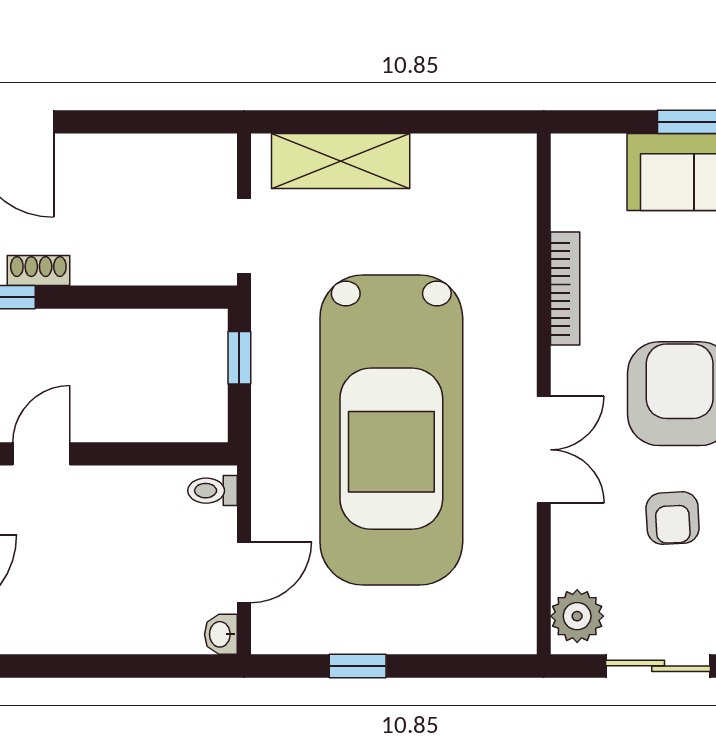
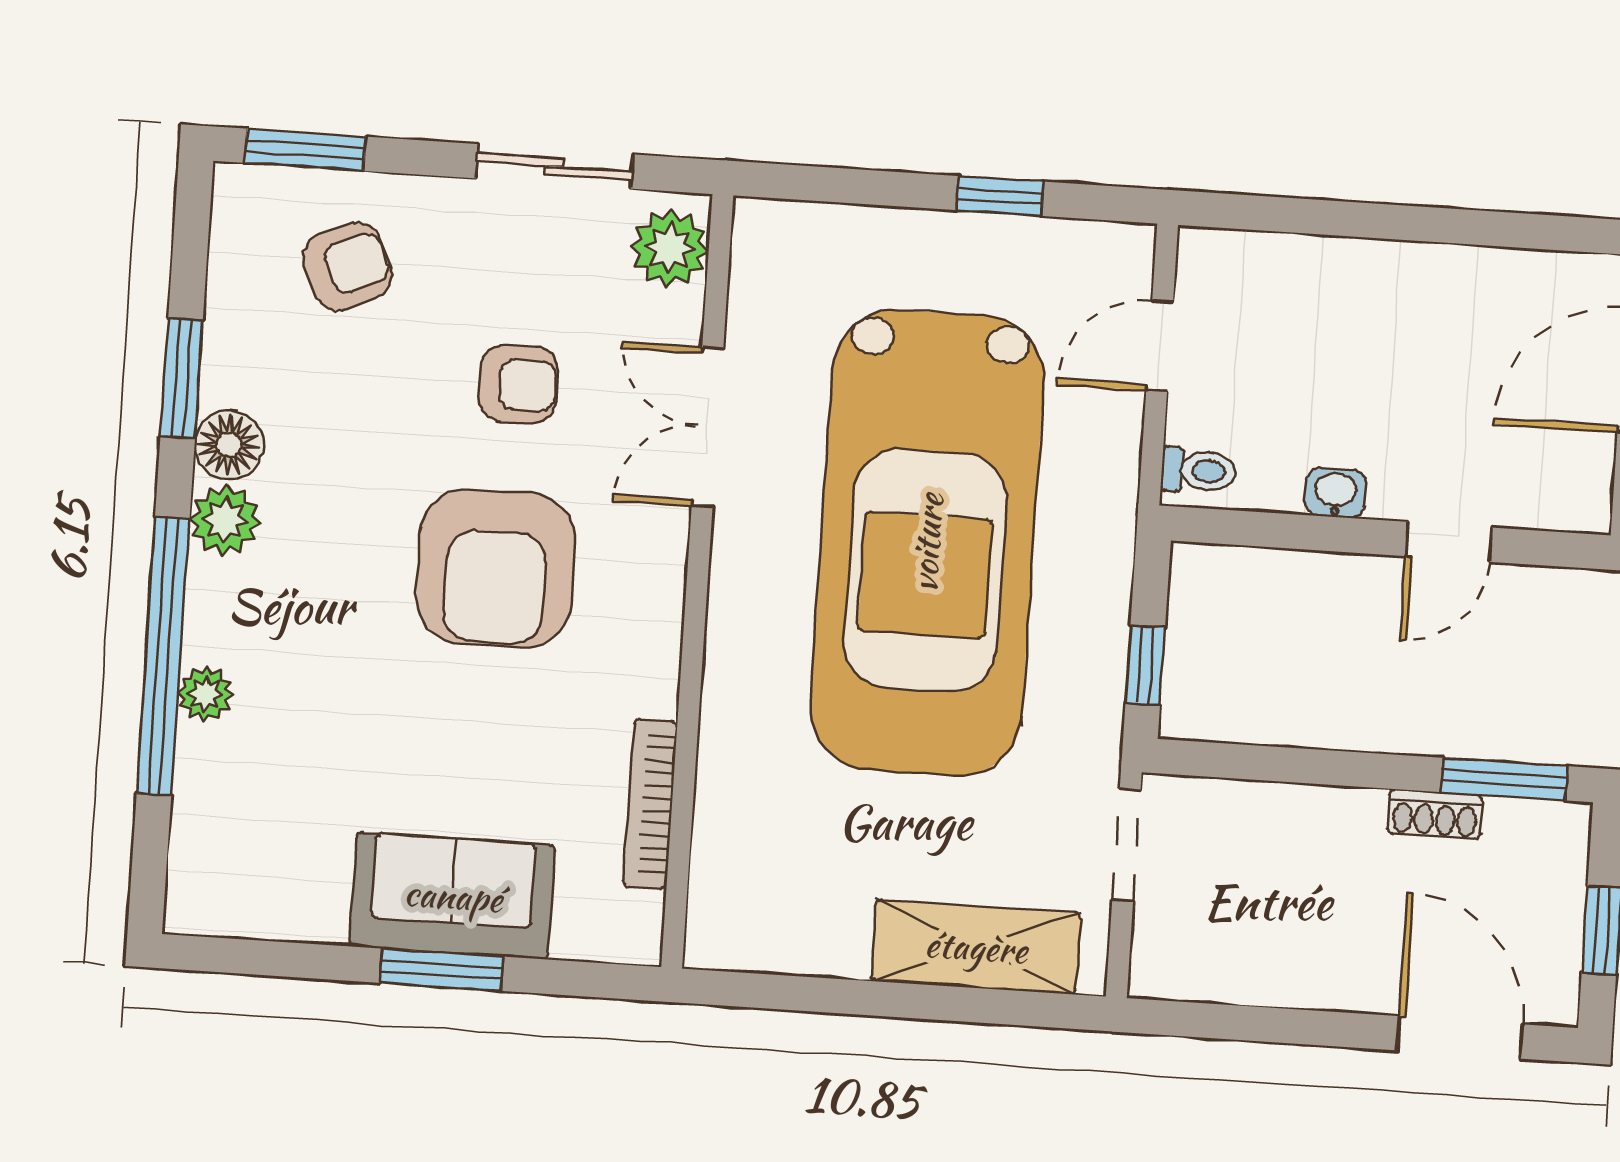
bookcase: (565, 289) -> (651, 804), moved
car: (391, 430) -> (927, 543), turned 180
double door: (544, 450) -> (707, 427), moved
armchair: (673, 518) -> (518, 384), turned 93
washbasin: (221, 634) -> (1336, 493), moved, turned -90

